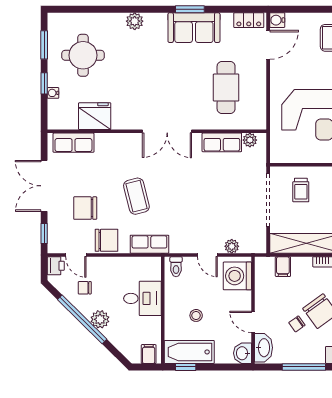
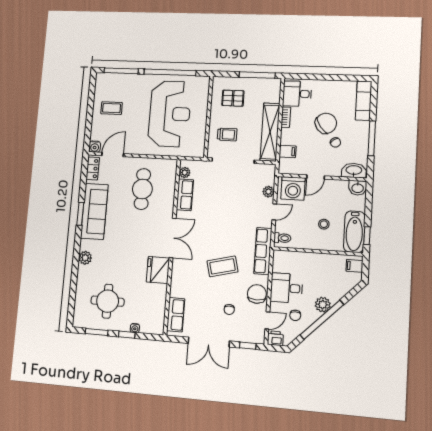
sofa: (194, 28) -> (94, 211), width x1.36
door: (268, 45) -> (113, 155), hinge flipped
cafe table: (226, 88) -> (142, 189), turned 90
fridge: (95, 116) -> (158, 270), moved
chair: (85, 208) -> (229, 309), width x0.54, depth x0.54
row of seats: (149, 244) -> (263, 251), width x1.48
desk: (142, 298) -> (286, 288), moved, turned -90
door: (253, 322) -> (316, 177), moved

